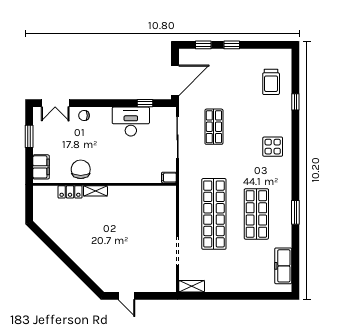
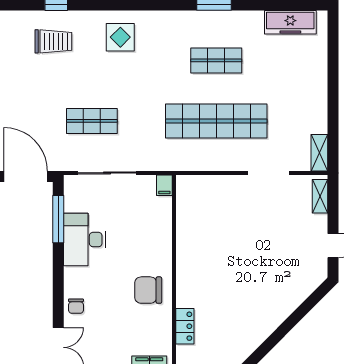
trolley: (271, 82) -> (53, 41), moved
window: (145, 103) -> (58, 219), width x2.17
chair: (81, 169) -> (148, 290), moved
shelving: (95, 191) -> (320, 196), moved
shop shelf: (256, 214) -> (216, 60), width x0.70, depth x0.74

